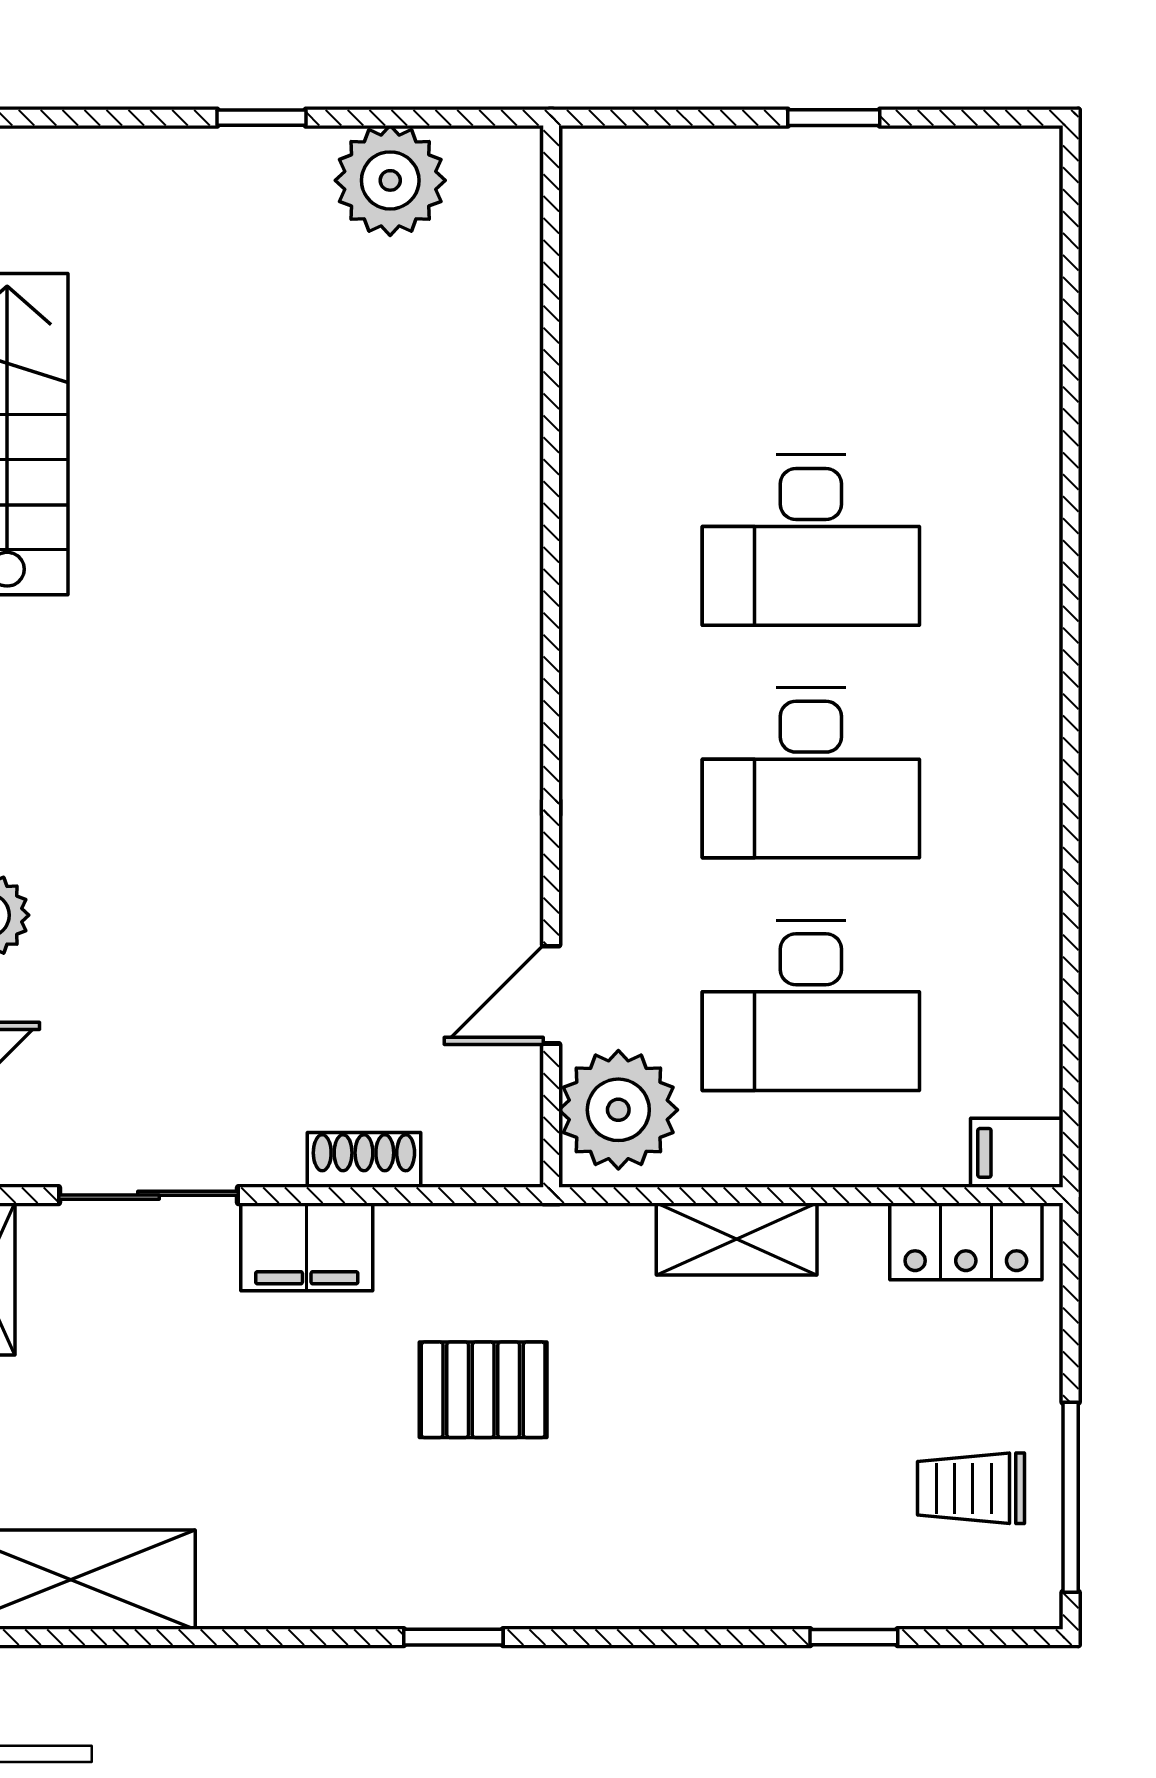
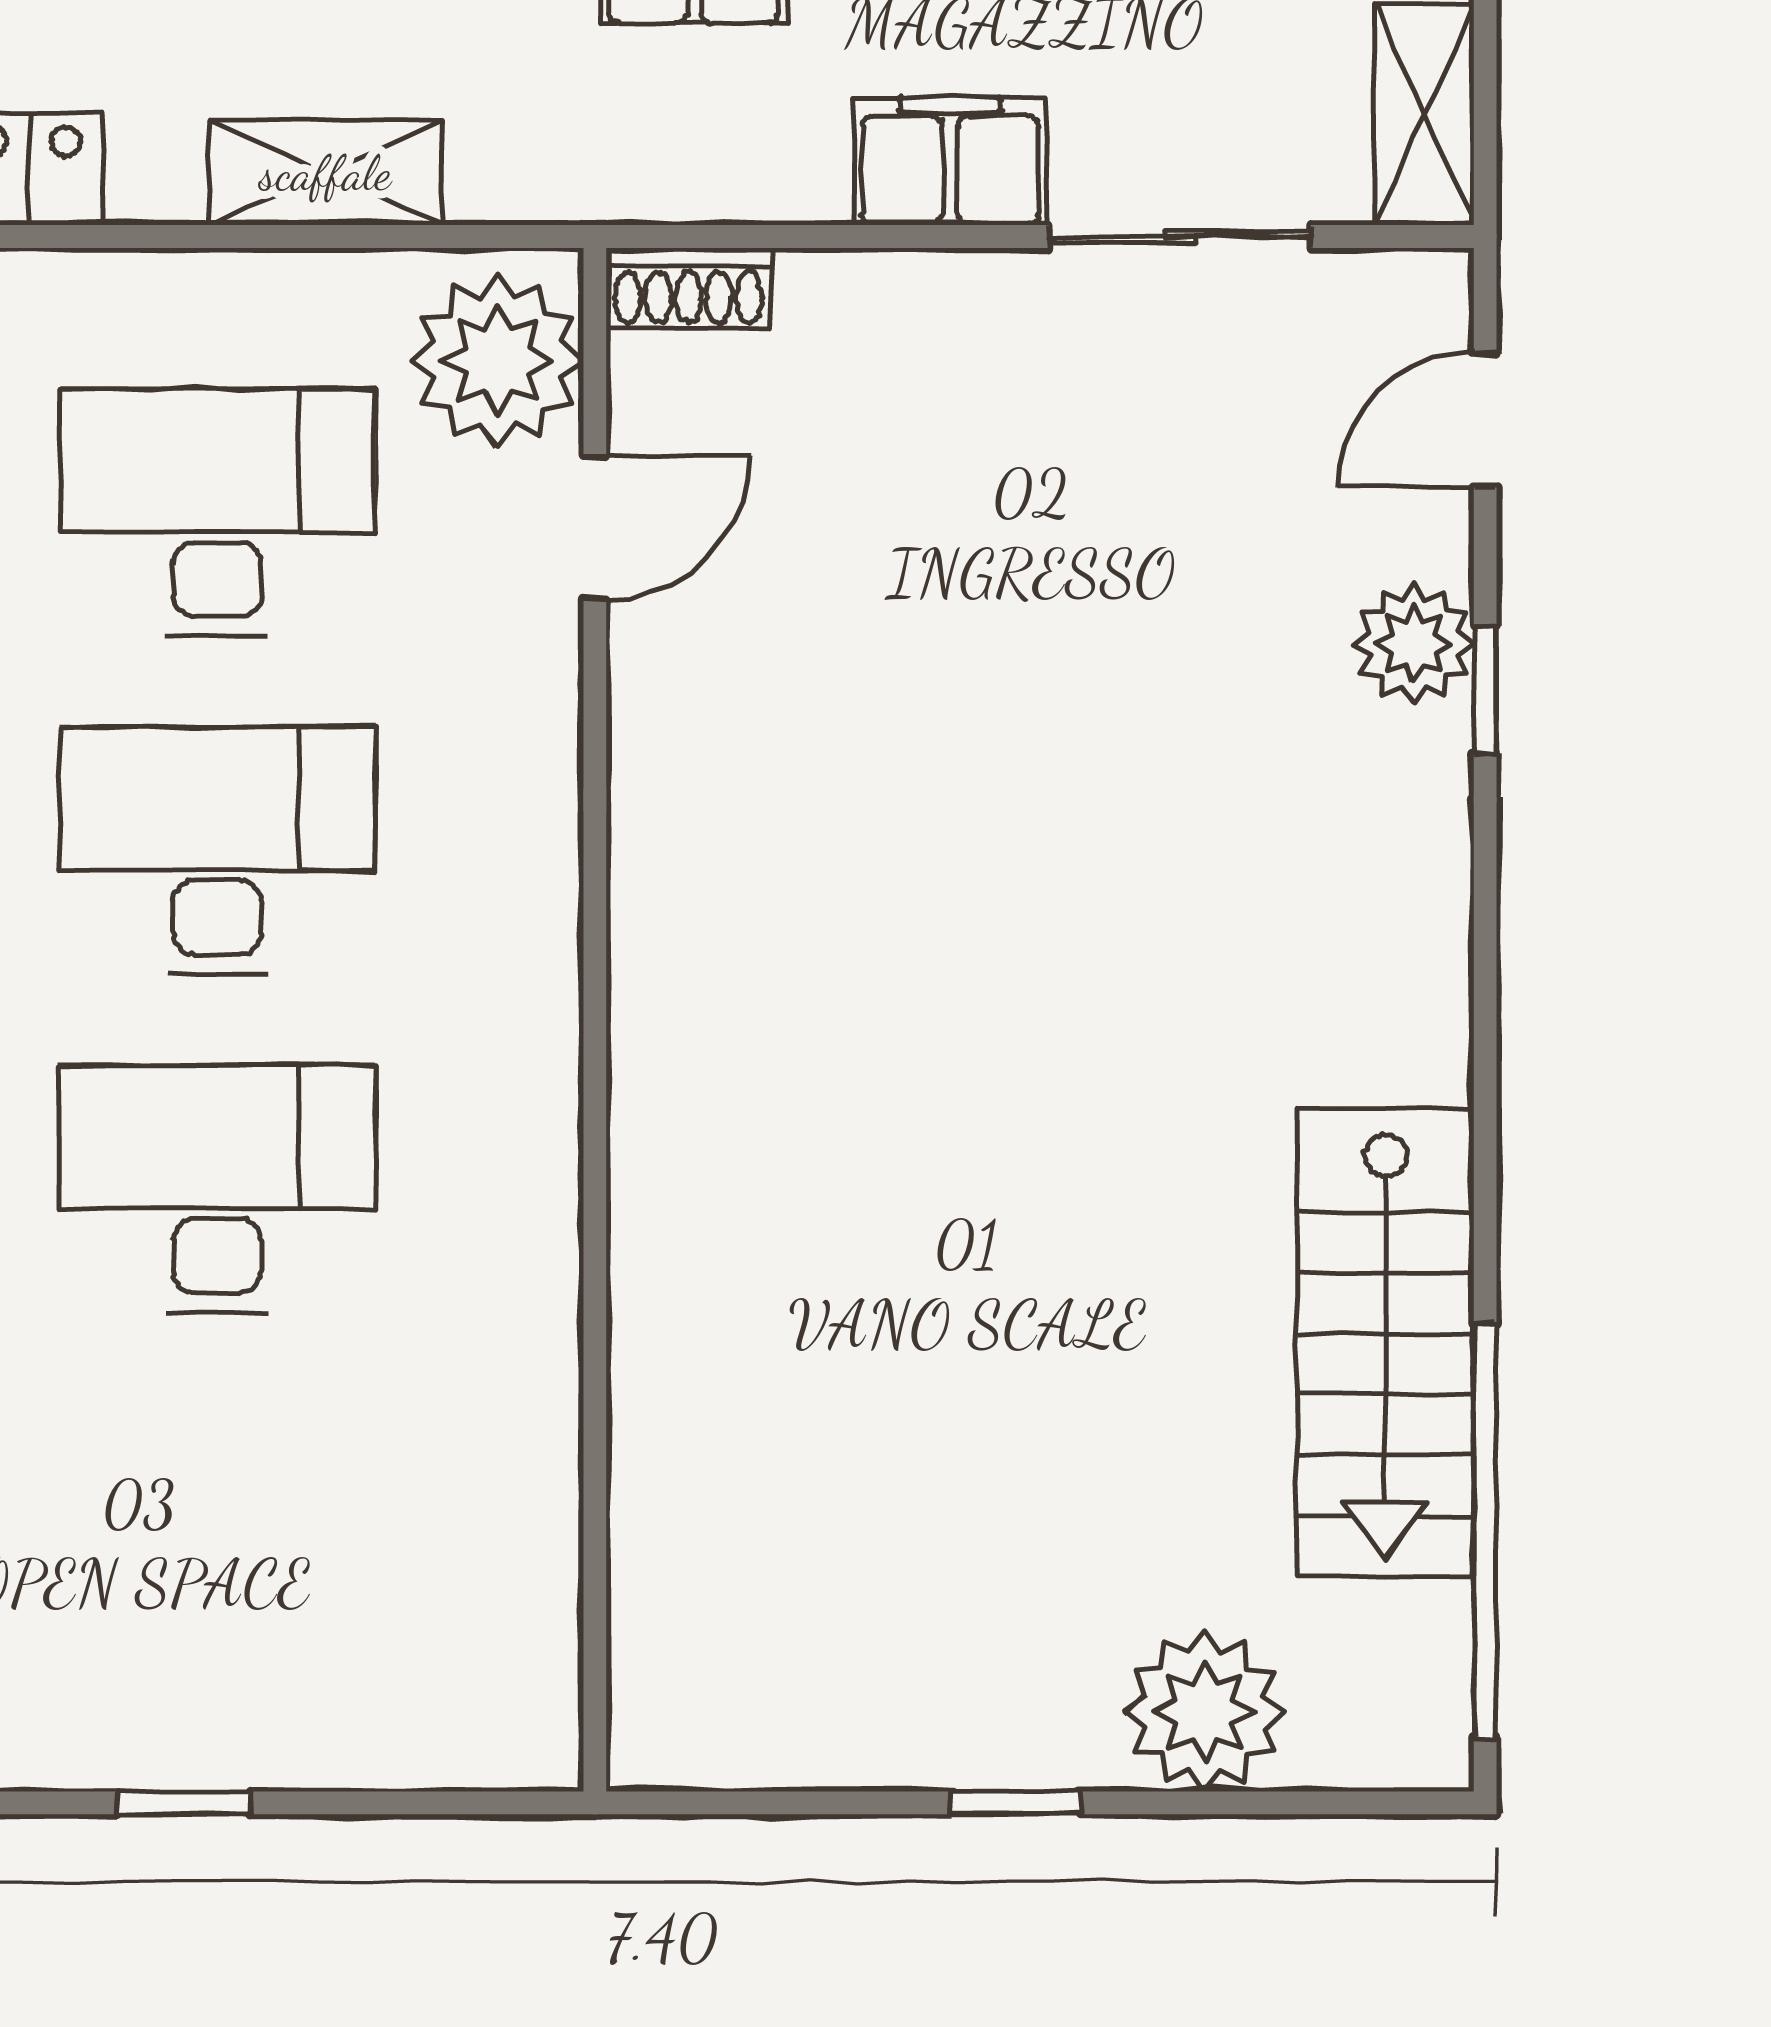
plant: (390, 180) -> (1205, 1712), moved
shoe rack: (364, 1160) -> (688, 288), moved

